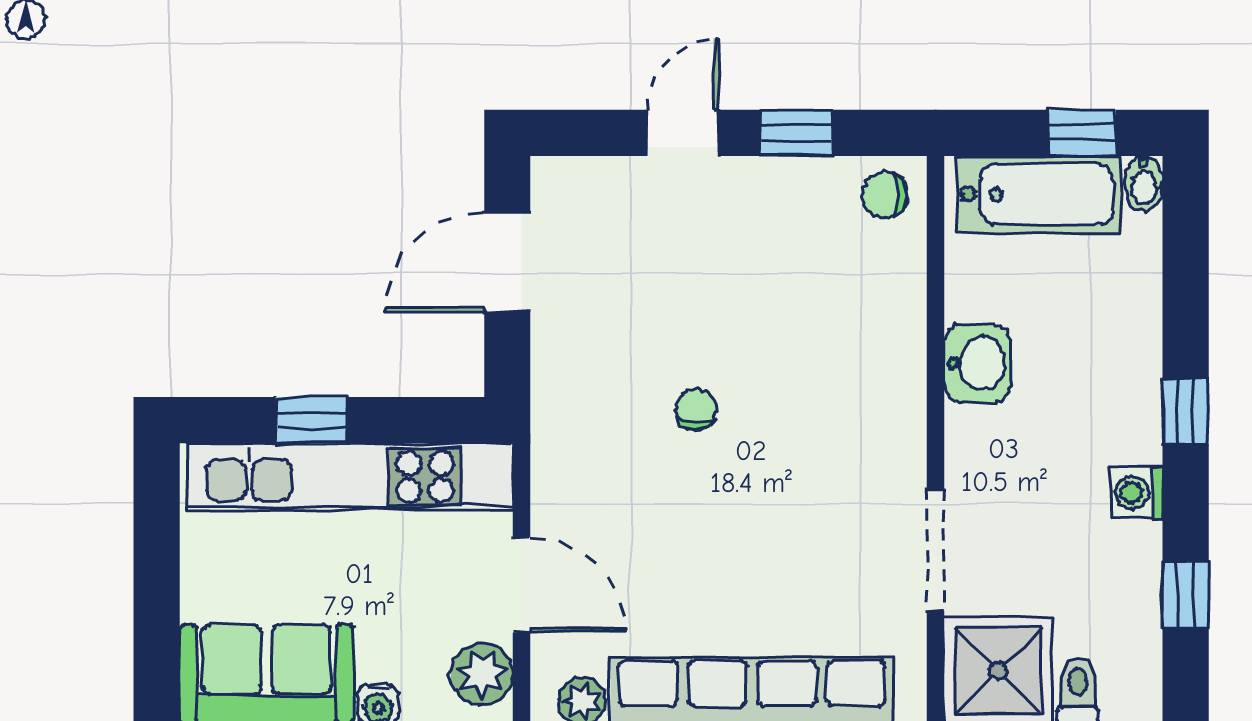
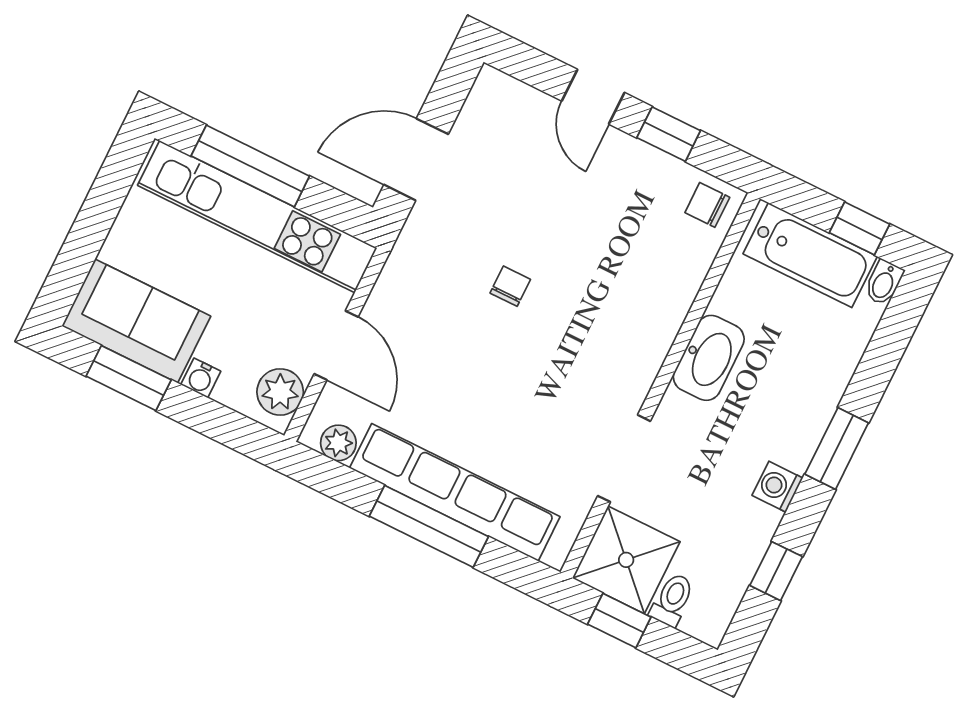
door: (683, 133) -> (593, 97), swing flipped
door: (507, 262) -> (416, 159), moved
washbasin: (978, 363) -> (709, 358), width x1.38
window: (1186, 411) -> (837, 448), width x1.50
window: (312, 420) -> (250, 166), width x2.17

